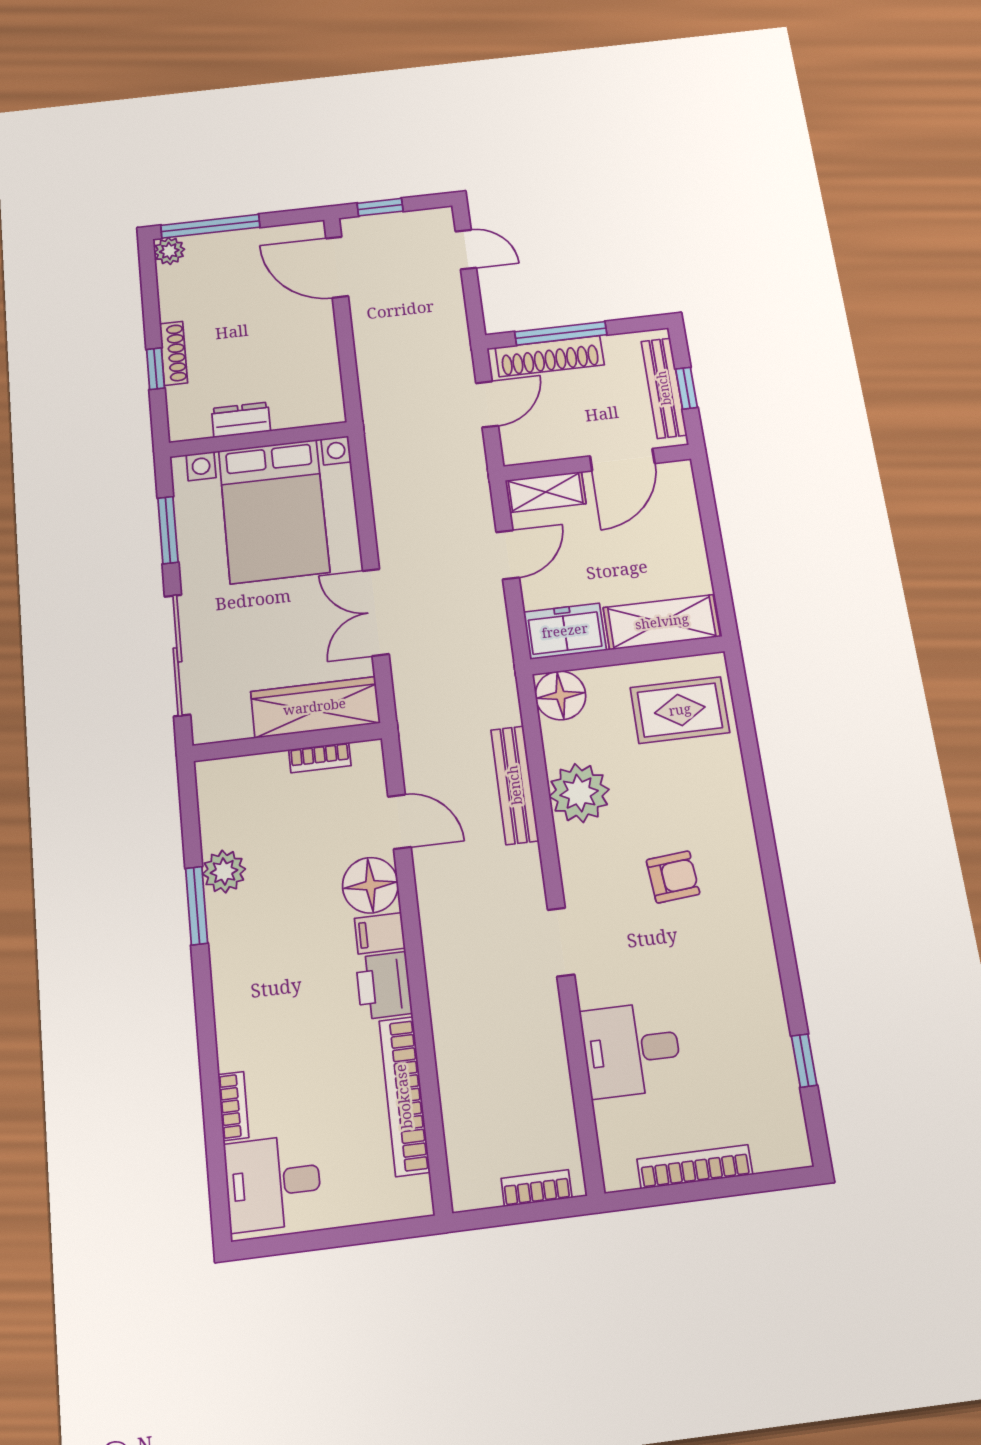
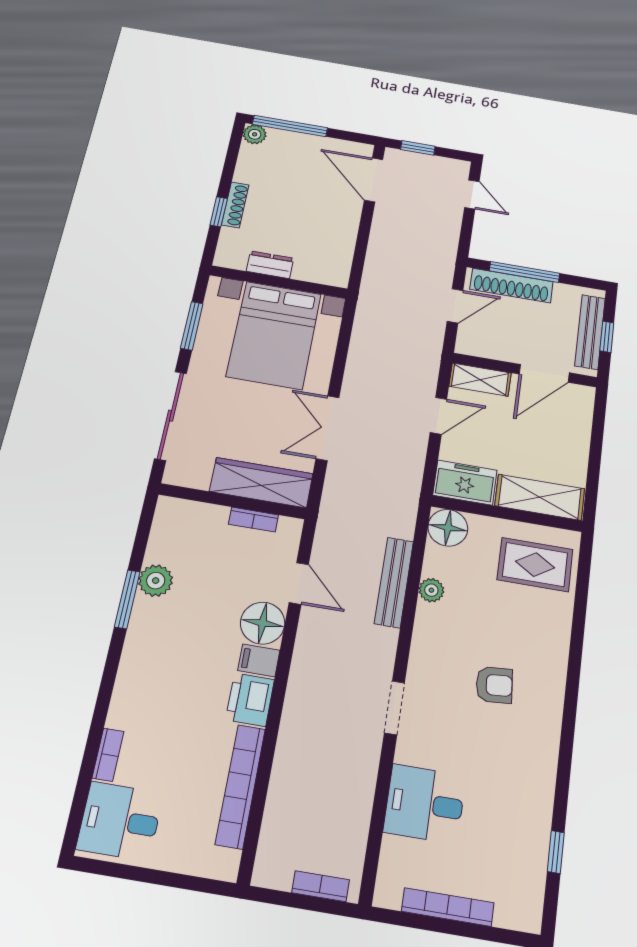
plant: (579, 793) -> (431, 590), width x0.53, depth x0.53

